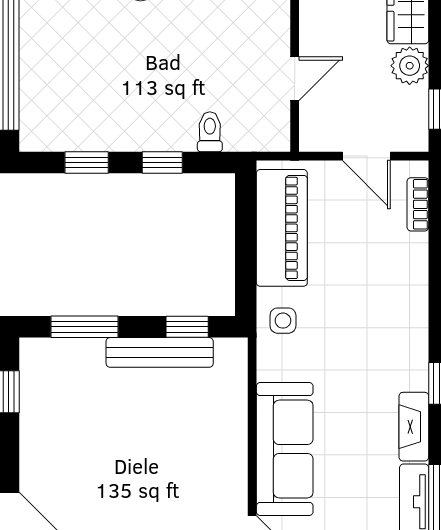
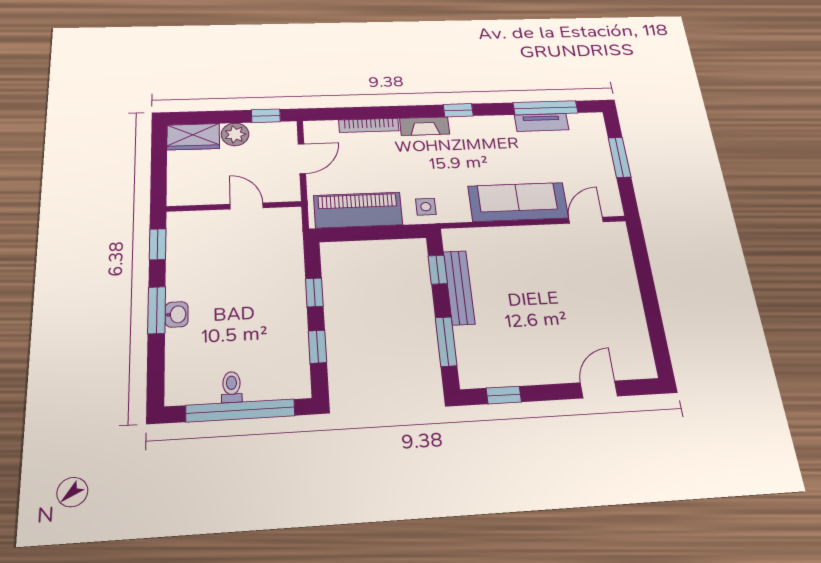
toilet: (210, 132) -> (232, 387), moved, turned 90
bookcase: (418, 204) -> (369, 125), moved, width x1.56
fireplace: (414, 427) -> (425, 126), moved

